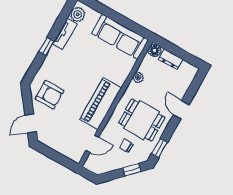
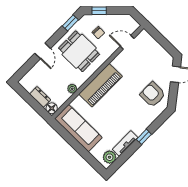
piano: (101, 104) -> (101, 85), moved

